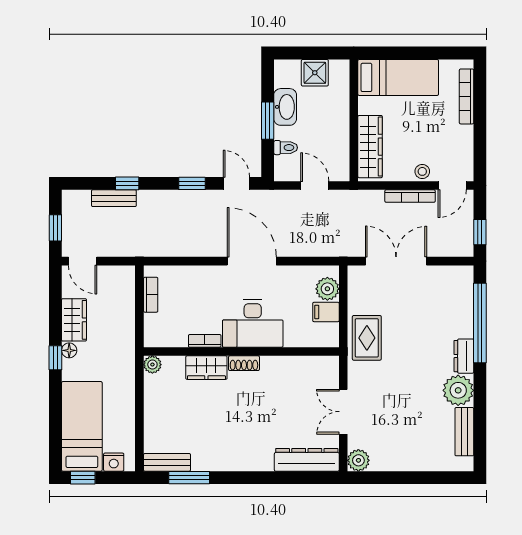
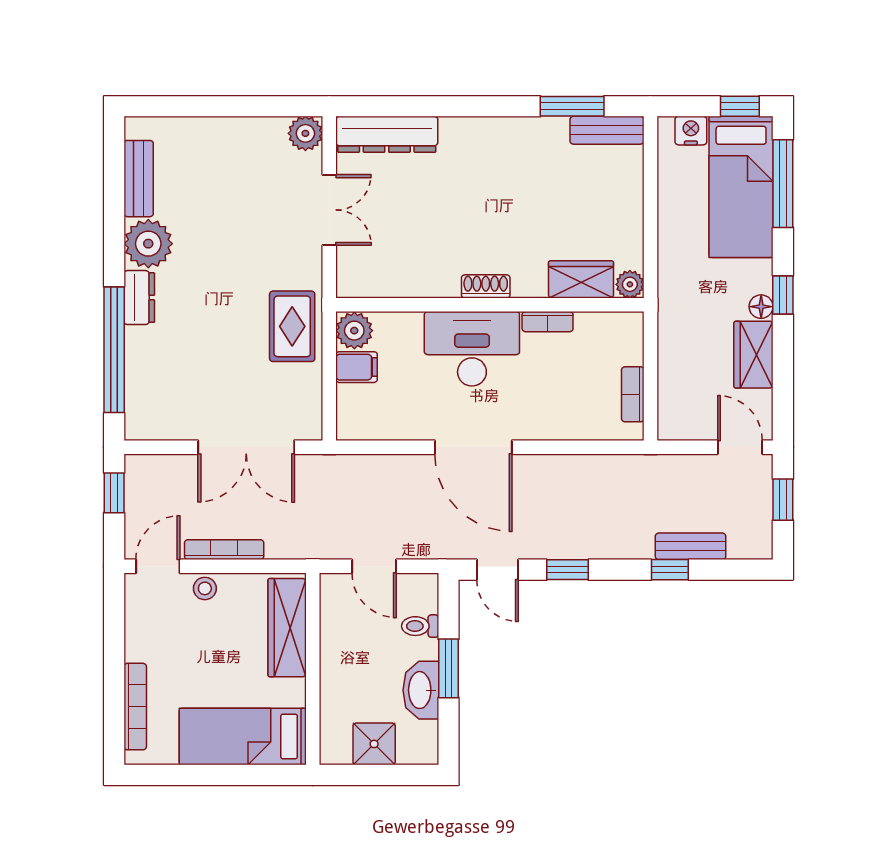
plant: (327, 289) -> (354, 331), moved
wardrobe: (206, 368) -> (581, 279), moved
window: (55, 428) -> (783, 184), added

